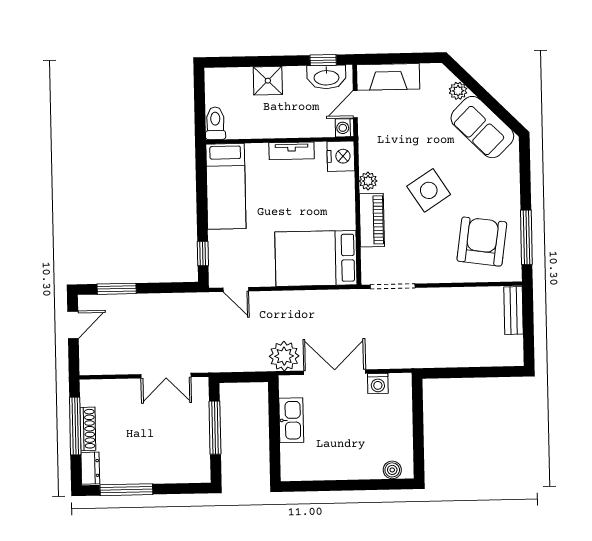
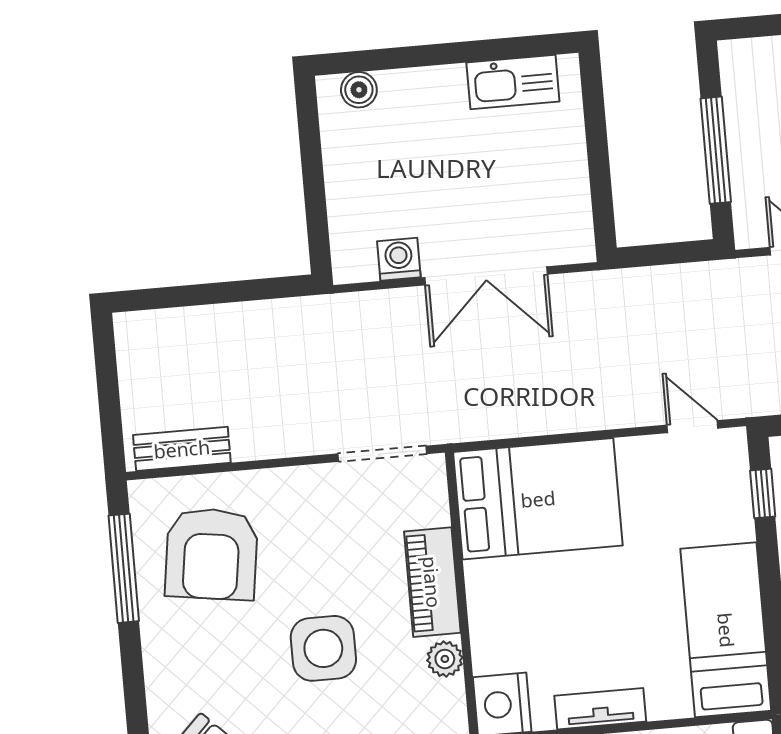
side table: (429, 190) -> (323, 648), turned 33
bench: (514, 311) -> (182, 449), moved, turned 90
plant: (284, 356) -> (588, 301), removed
kitchen sink: (291, 420) -> (513, 82), moved, turned -90

